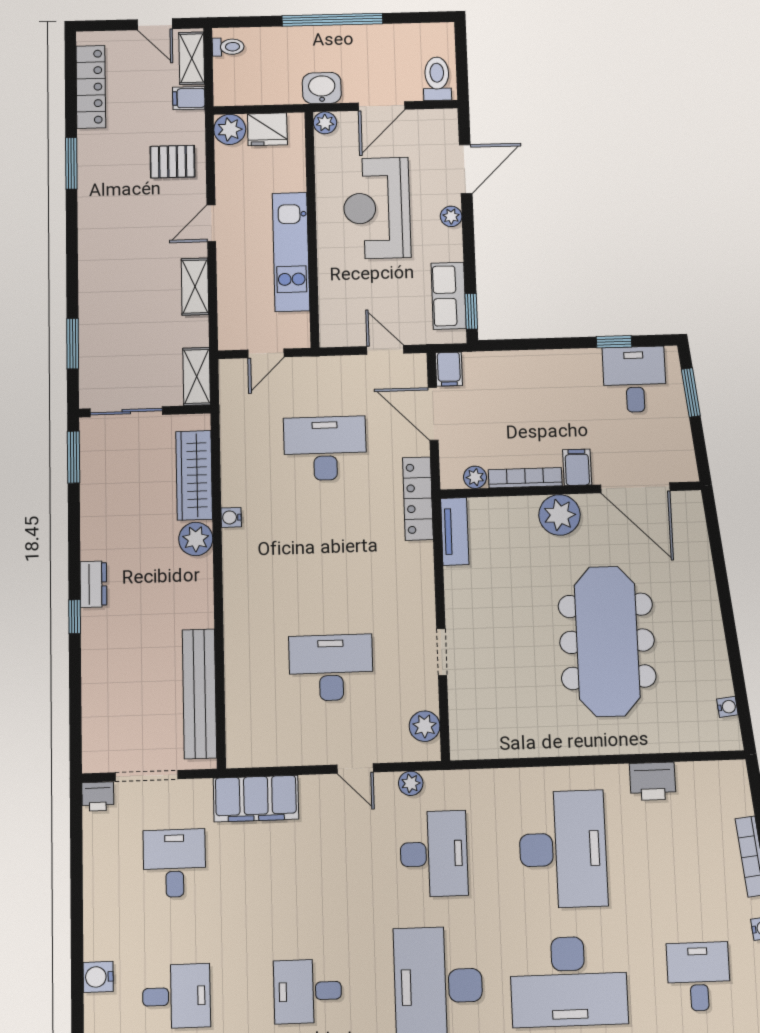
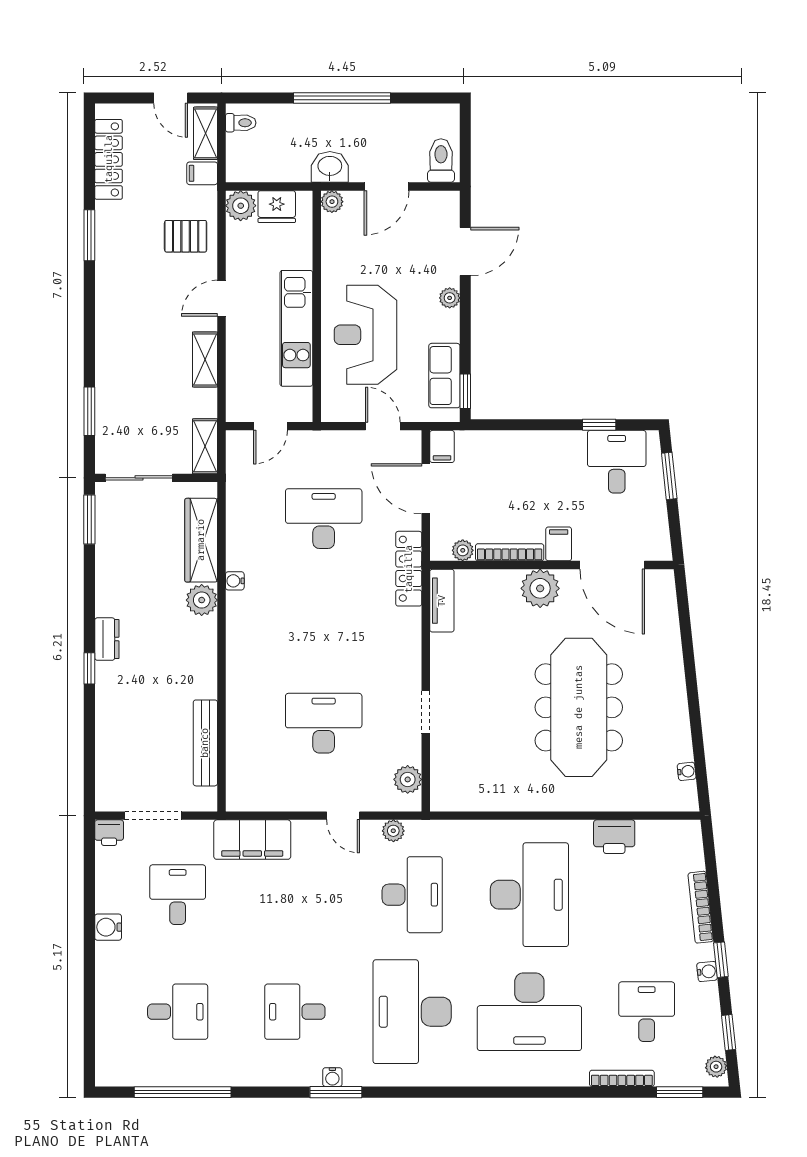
reception desk: (377, 208) -> (366, 335), moved
bench: (199, 694) -> (205, 743), width x0.73, depth x0.82
water cooler: (98, 977) -> (108, 927), moved

